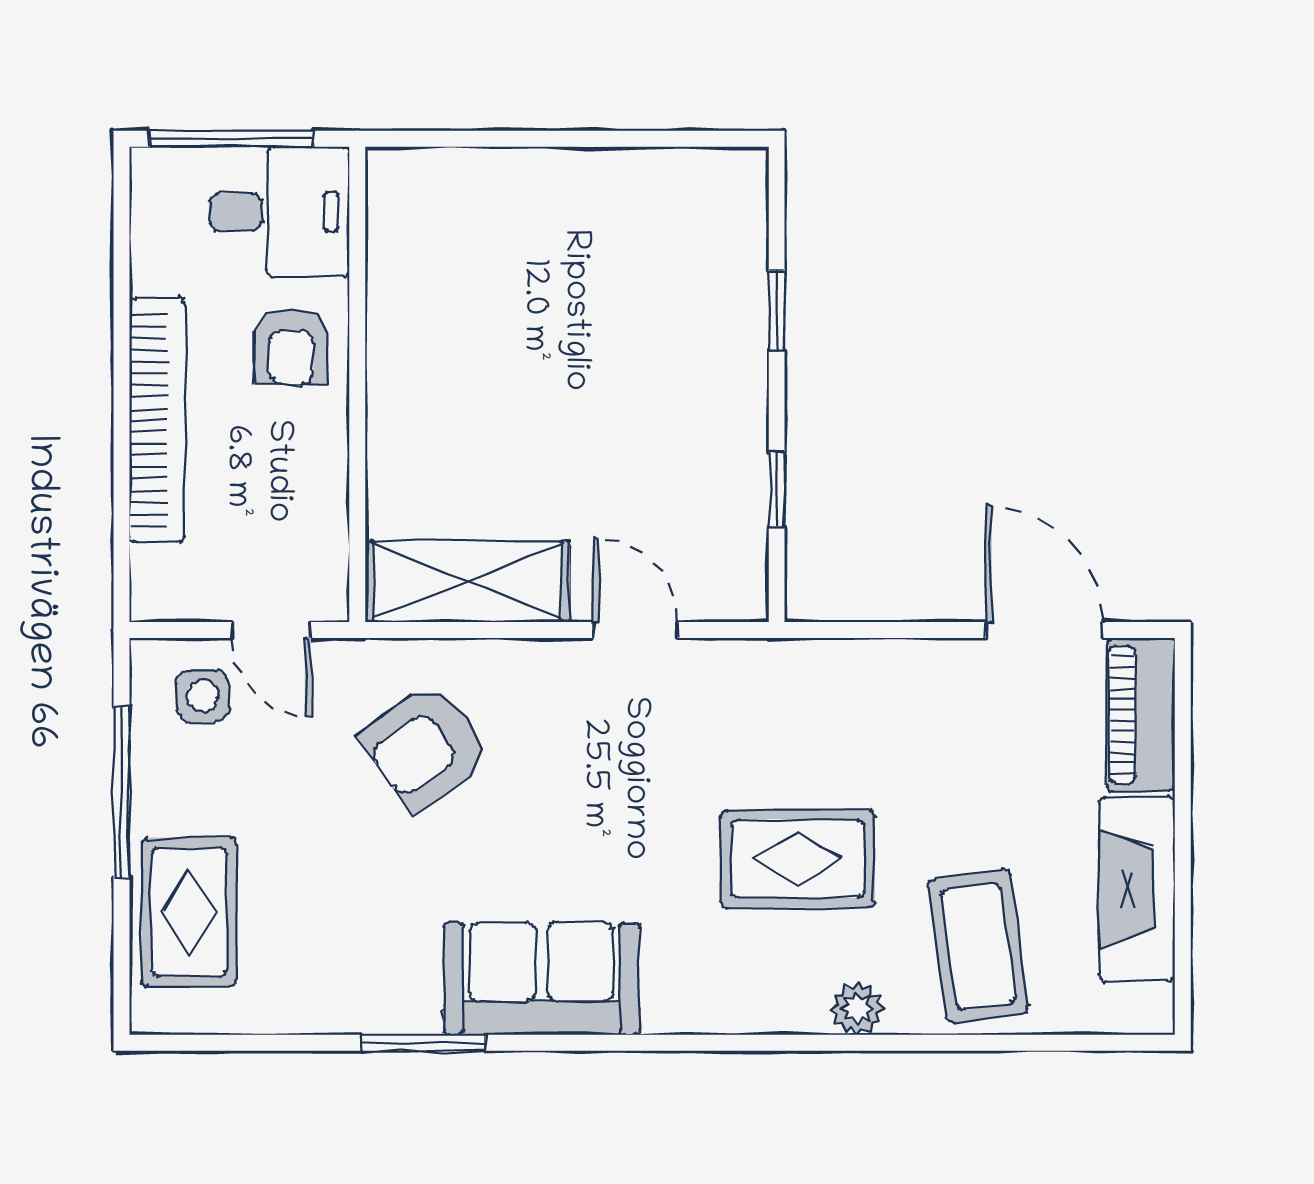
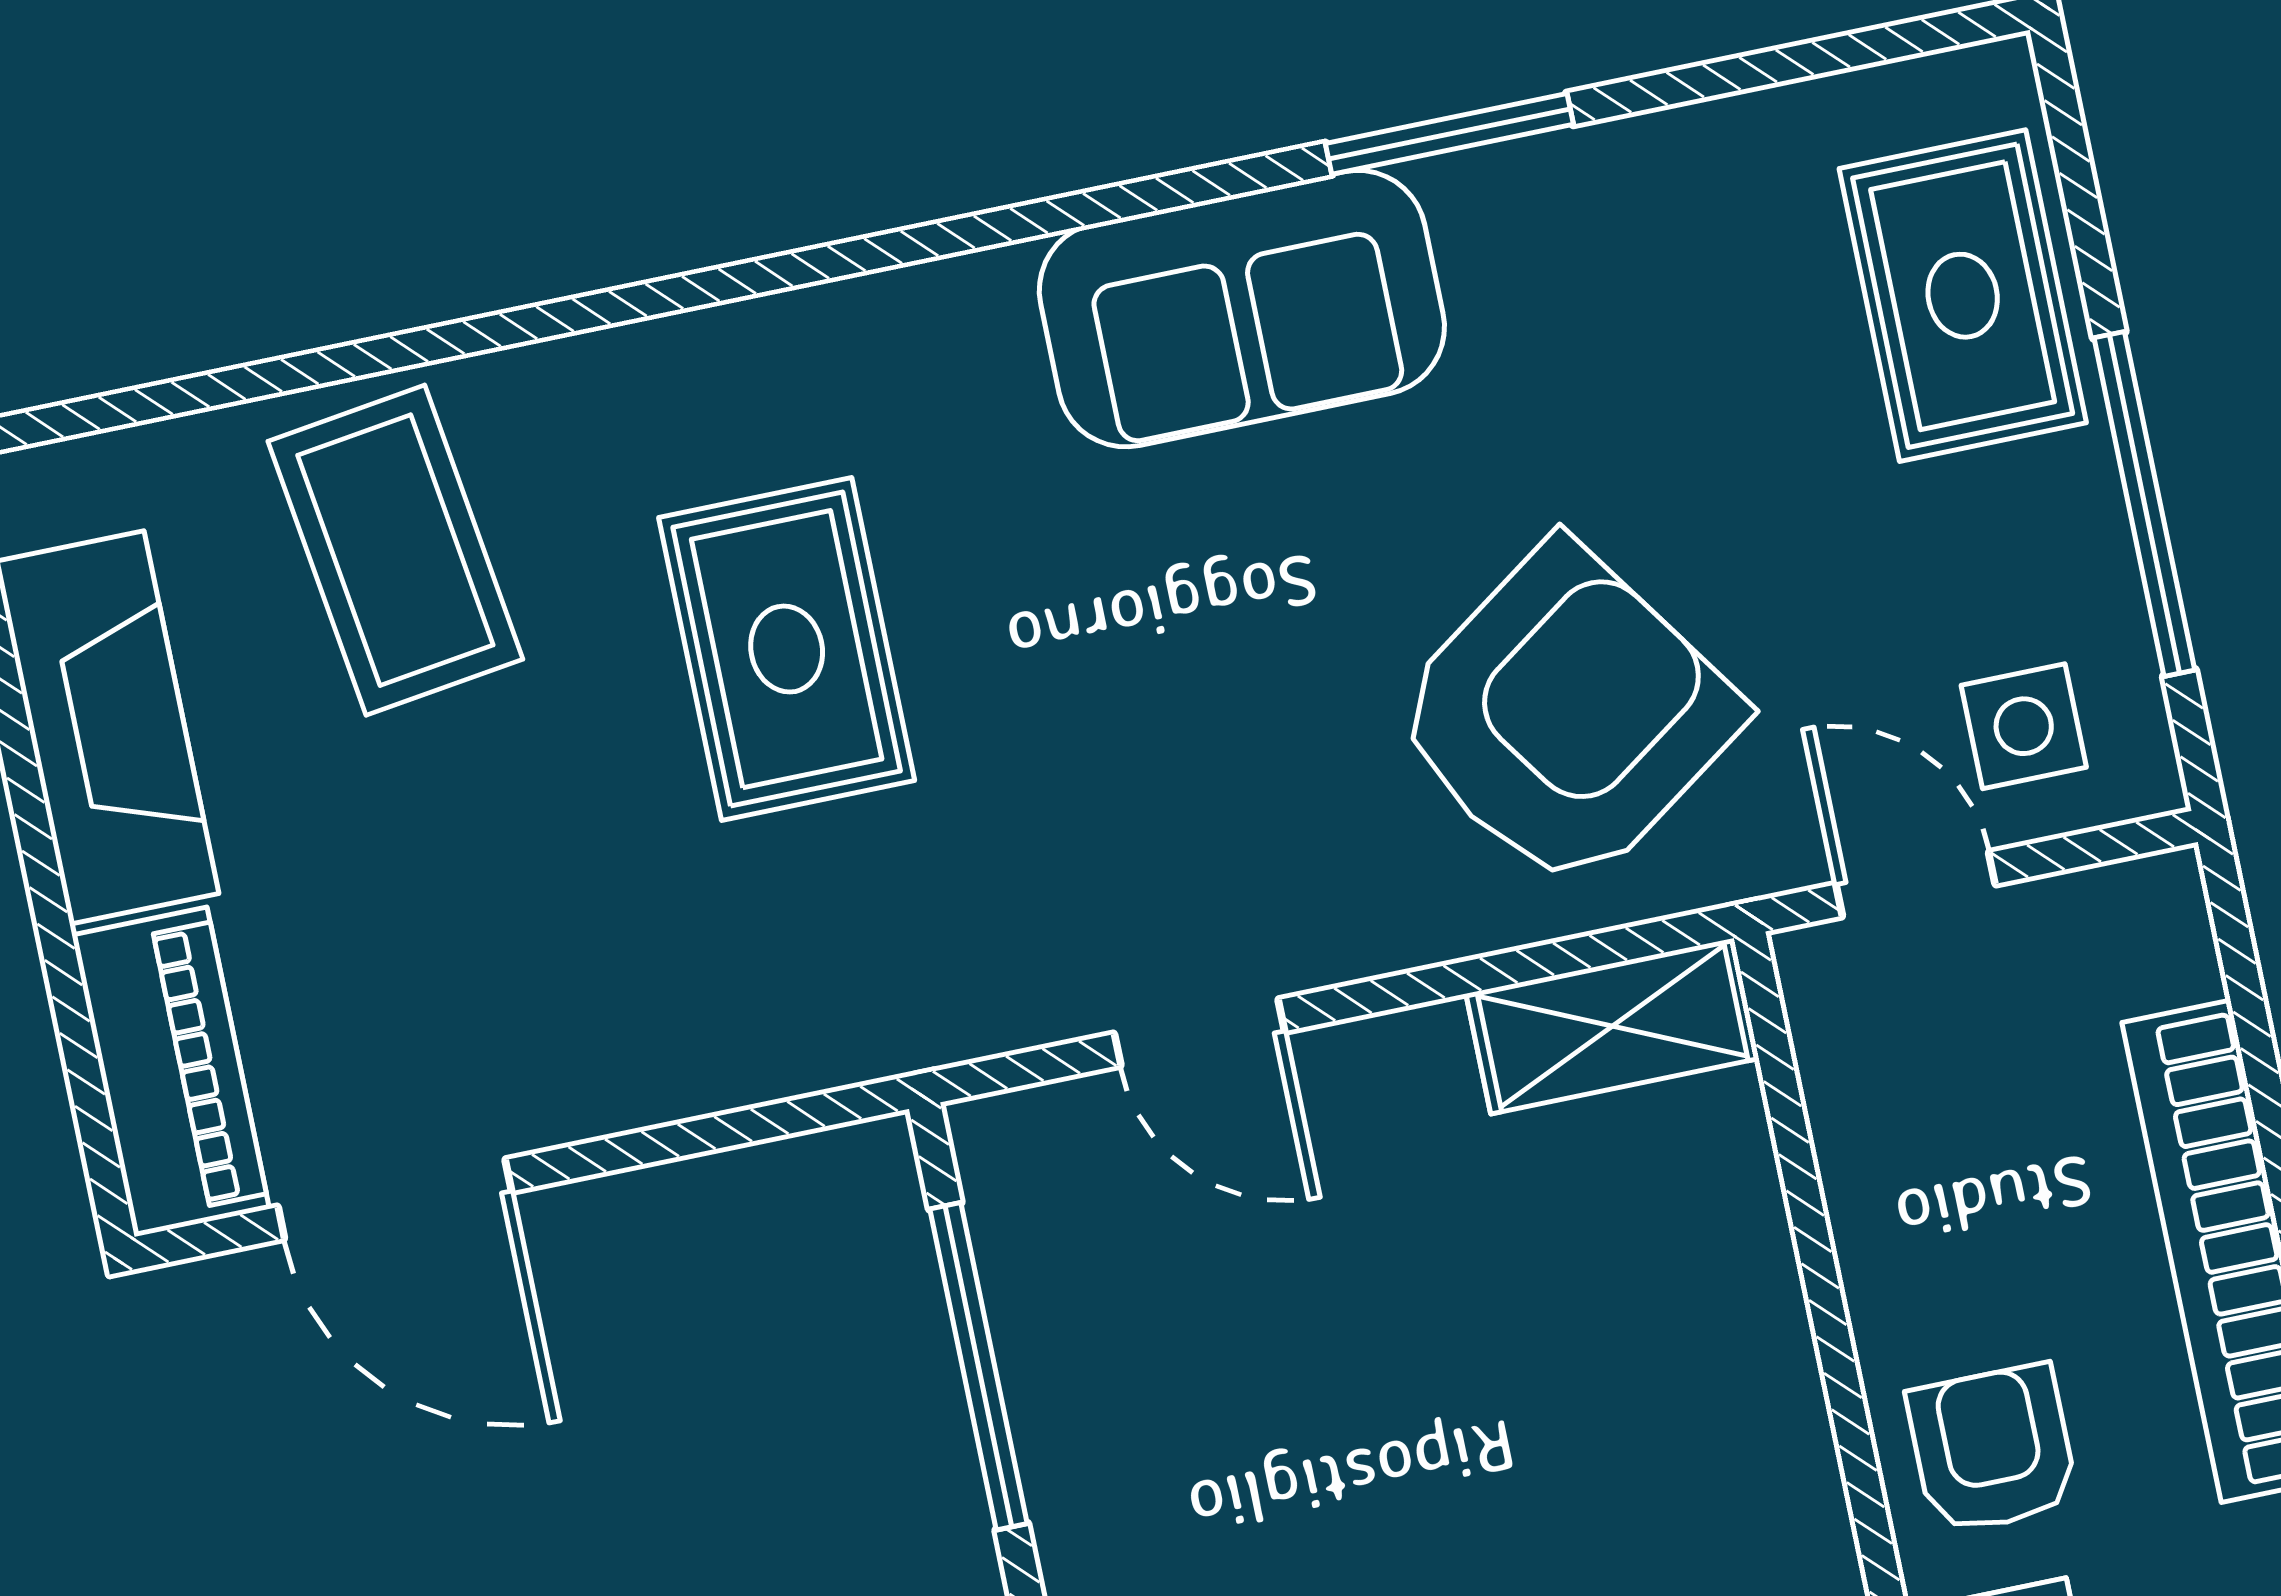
window: (777, 490) -> (978, 1366), width x2.17
shelving: (467, 581) -> (1612, 1026), width x0.67, depth x0.75
armchair: (425, 747) -> (1565, 717), width x1.36, depth x1.36
rug: (798, 859) -> (787, 649), turned 90
plant: (857, 1009) -> (609, 378), removed

